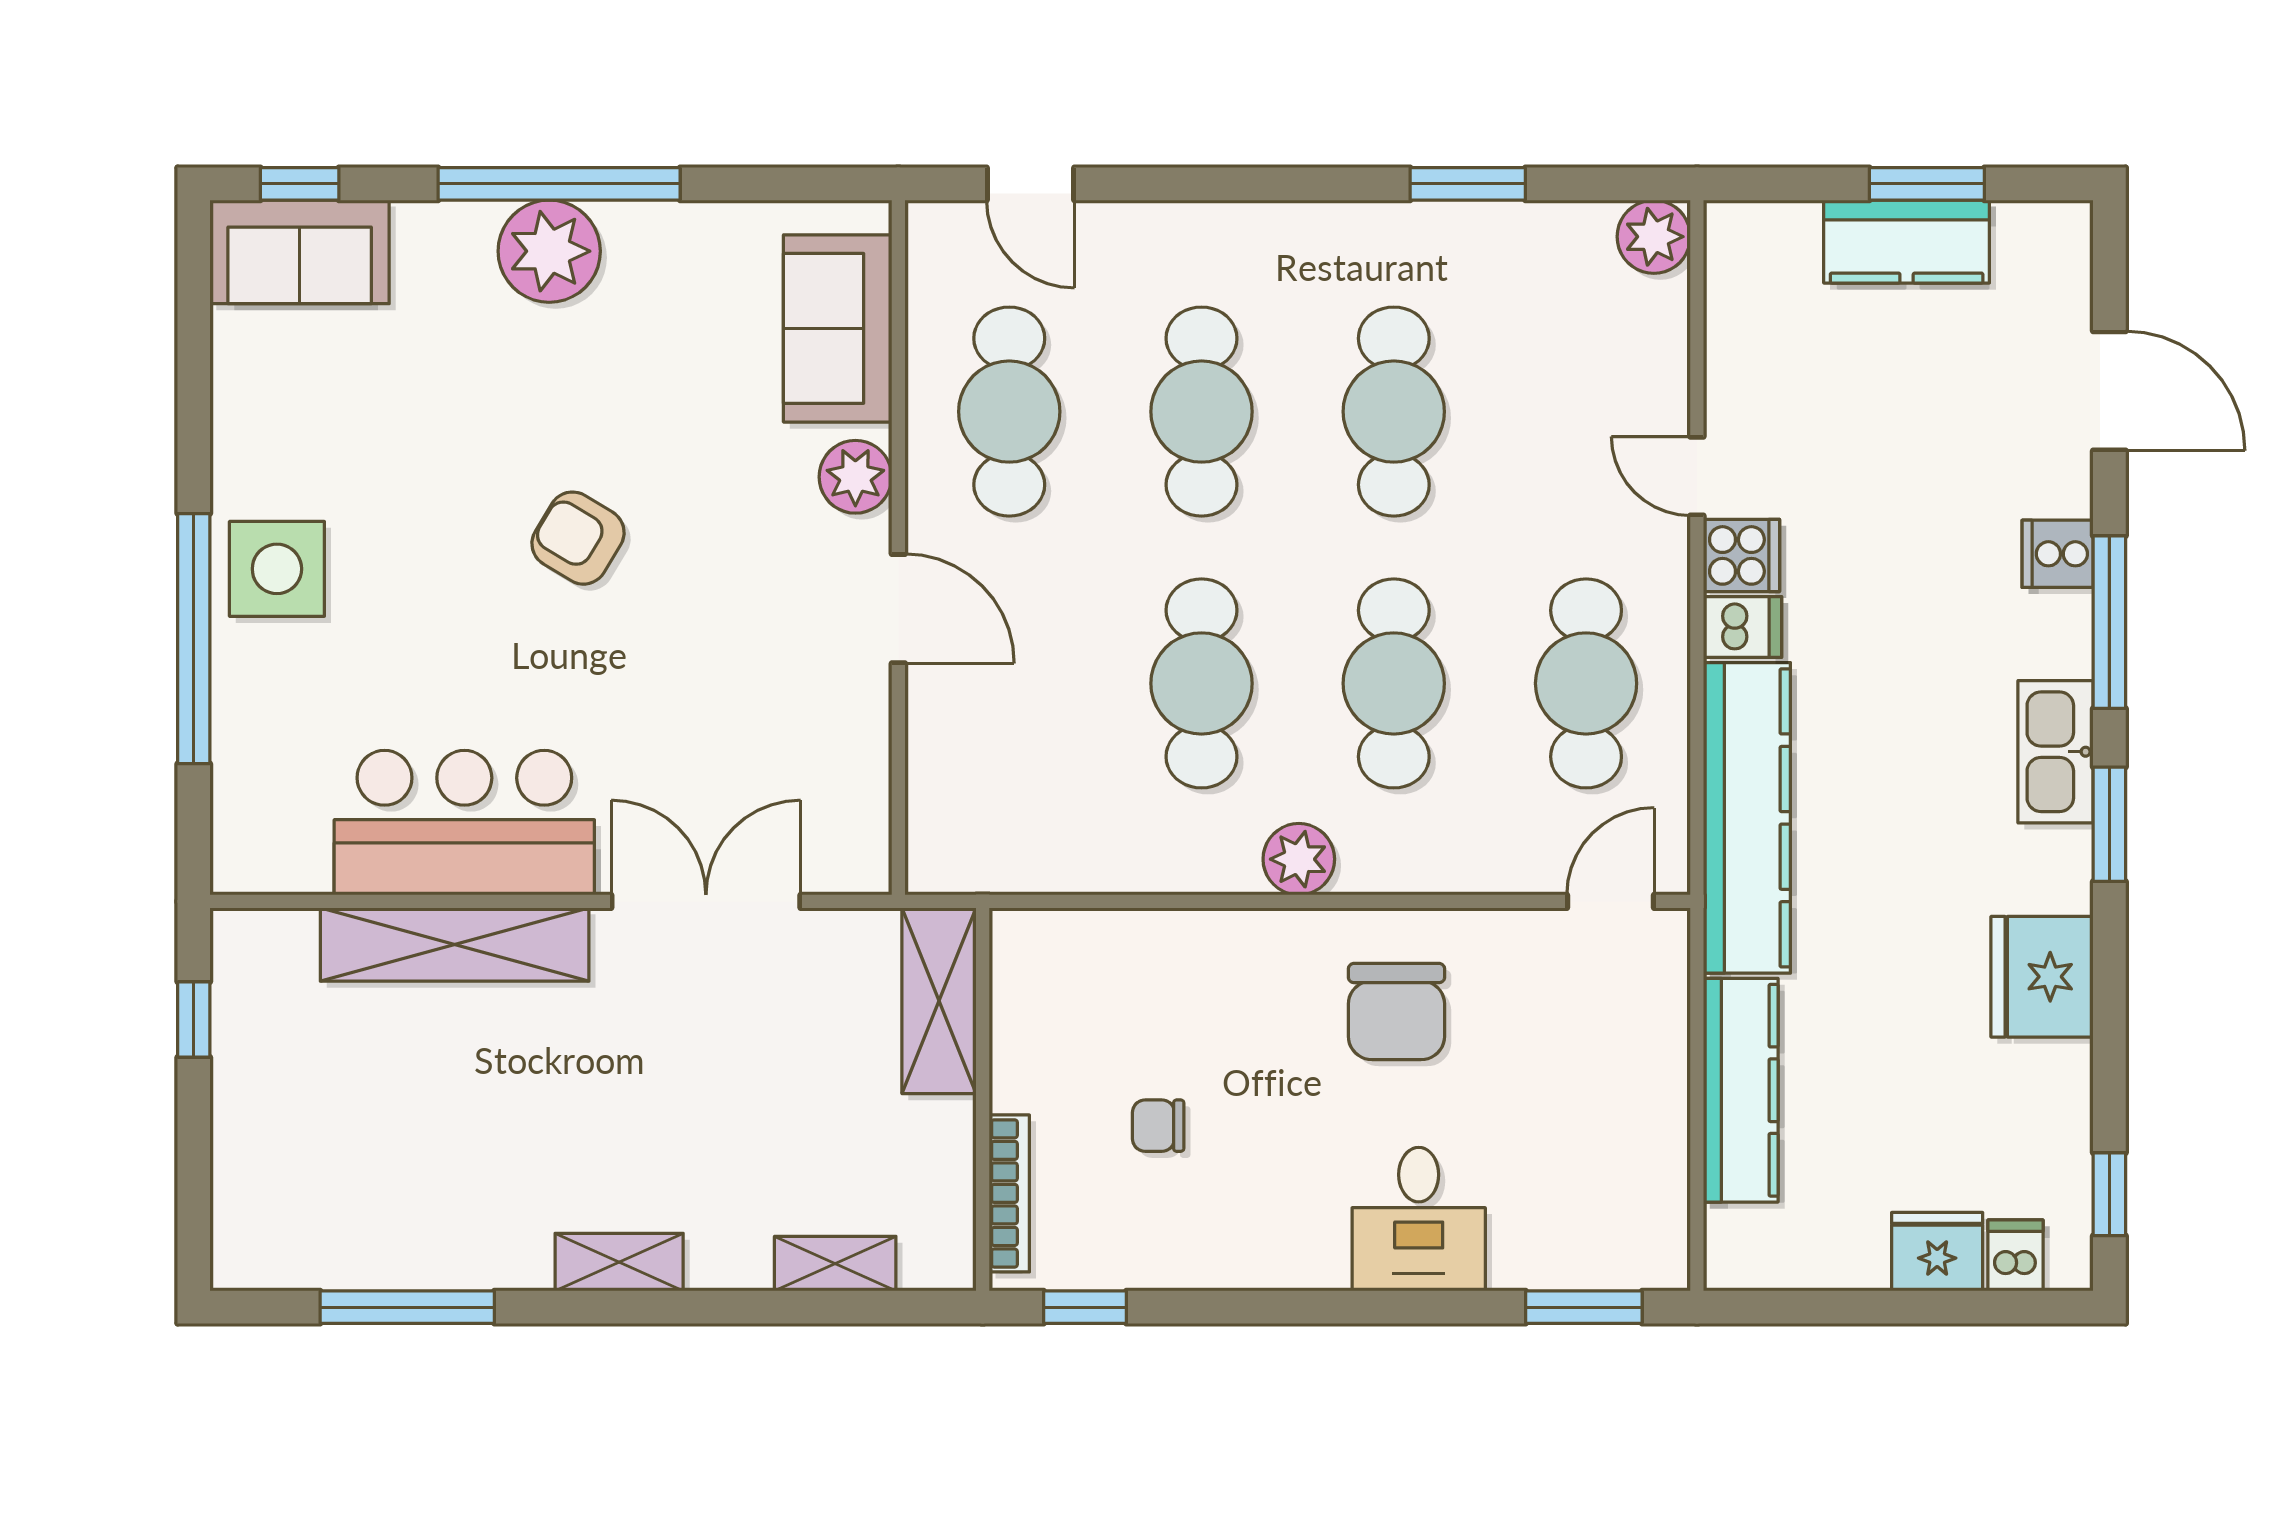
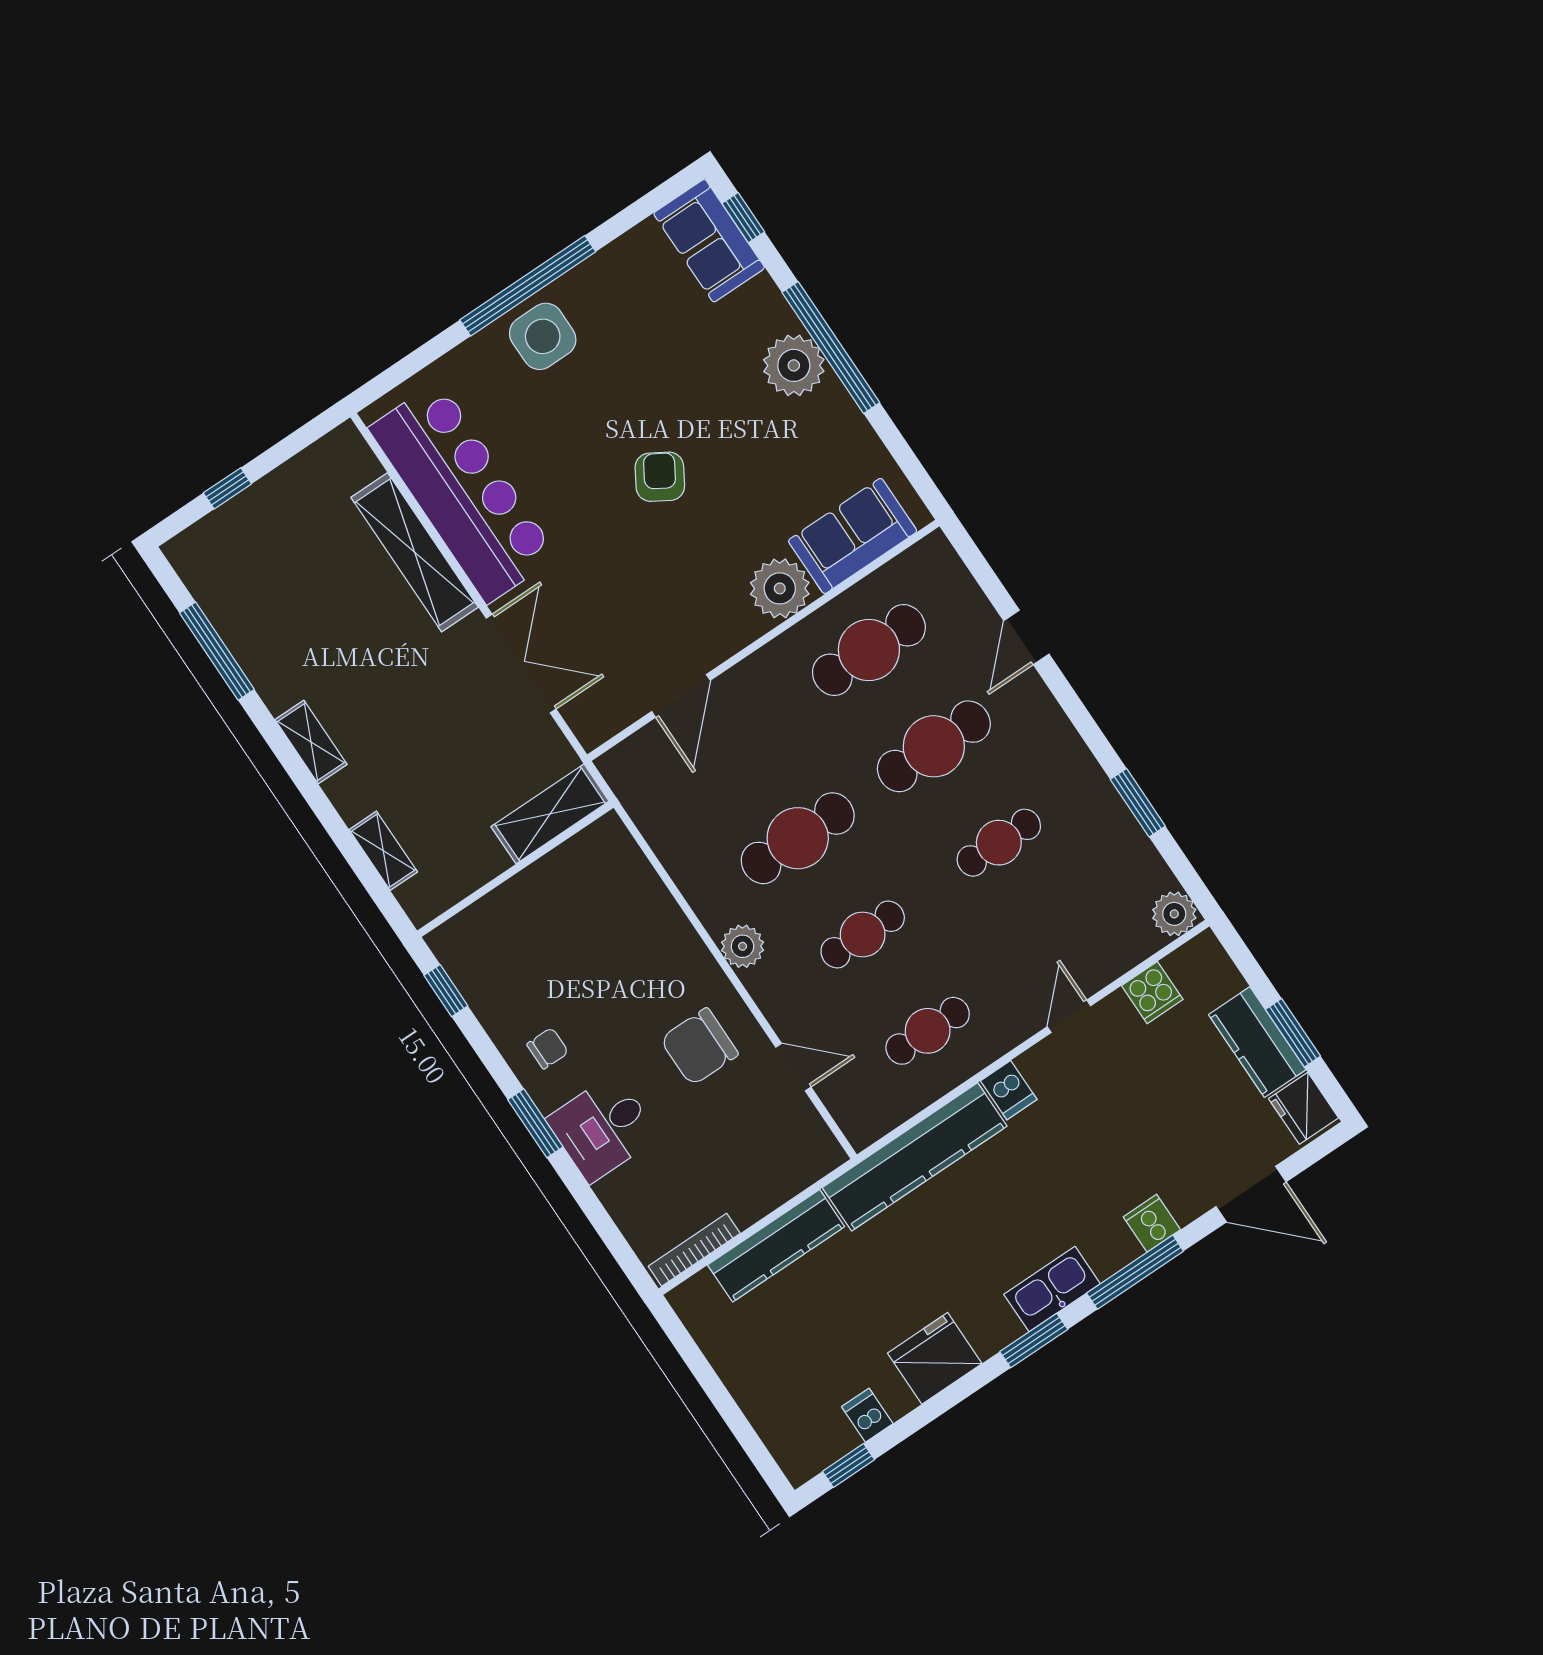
door: (1031, 184) -> (1026, 637), moved
door: (2109, 391) -> (1251, 1194), hinge flipped
cafe table: (1394, 412) -> (999, 843), width x0.73, depth x0.74
plant: (855, 477) -> (780, 588), width x1.36, depth x1.36
cooker: (1742, 555) -> (1152, 993), moved
door: (898, 609) -> (681, 696), moved
window: (194, 639) -> (528, 286), moved
cafe table: (1394, 683) -> (863, 934), width x0.73, depth x0.74
cafe table: (1586, 683) -> (928, 1031), width x0.73, depth x0.74
bar counter: (464, 823) -> (463, 492), width x1.36
door: (1610, 901) -> (793, 1067), moved
window: (194, 1020) -> (227, 488), moved
chair: (1158, 1126) -> (548, 1048), moved, turned 90
bookcase: (1009, 1193) -> (694, 1250), moved, turned 180
fridge: (1937, 1252) -> (1304, 1108), moved, turned 180
dishwasher: (2015, 1255) -> (867, 1415), moved, turned -90
window: (1584, 1307) -> (535, 1123), moved

